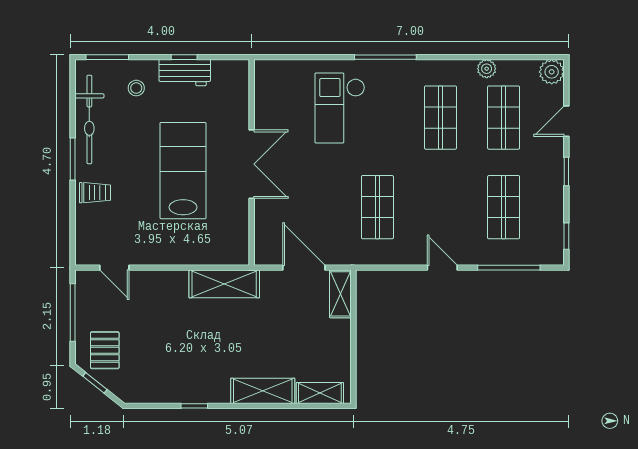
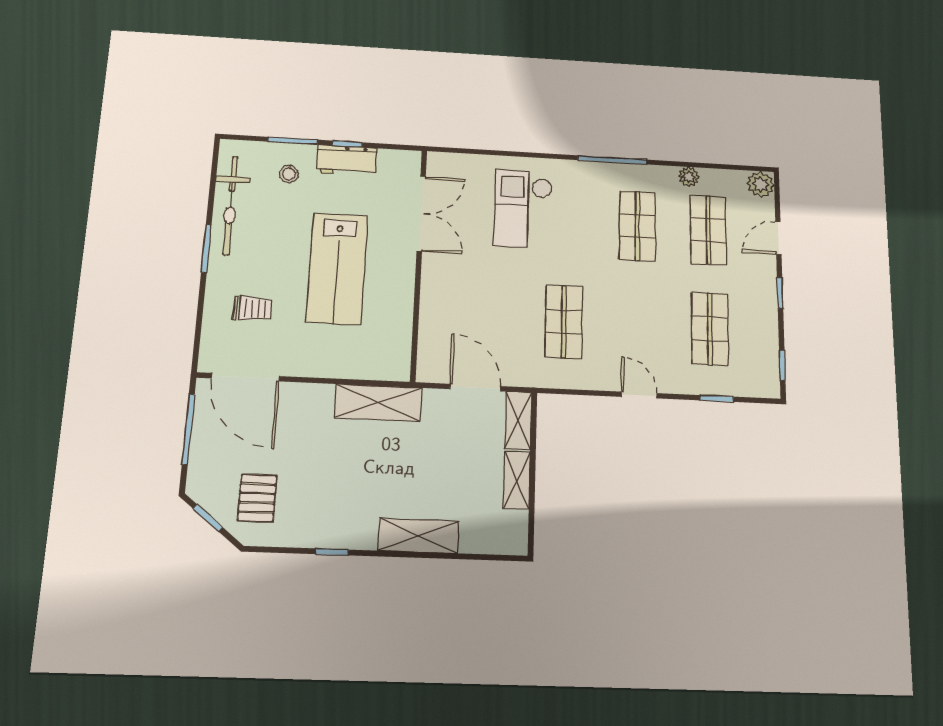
window: (107, 57) -> (293, 141), moved
window: (385, 57) -> (612, 160), moved
double door: (252, 164) -> (421, 214), moved
lab bench: (183, 171) -> (337, 269), turned 180
trolley: (95, 193) -> (253, 309), moved
door: (114, 268) -> (245, 377), width x1.87
window: (509, 268) -> (717, 399), width x0.46
pallet: (105, 350) -> (257, 498), moved
shelving: (320, 393) -> (517, 480), moved, turned 90

